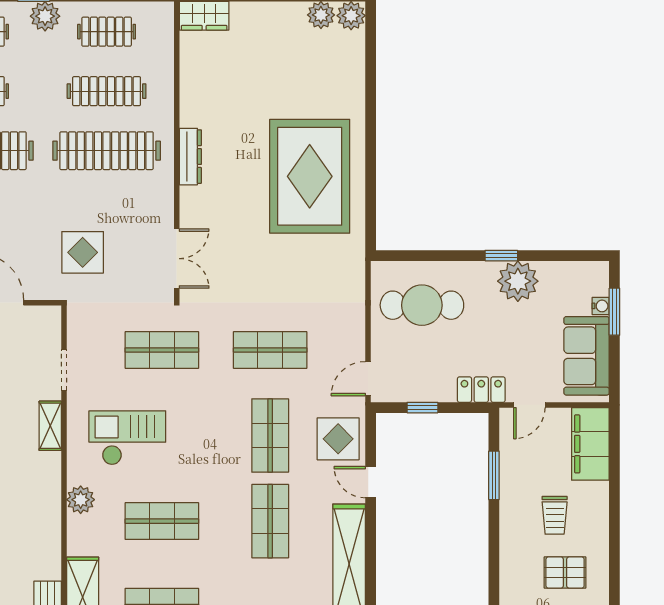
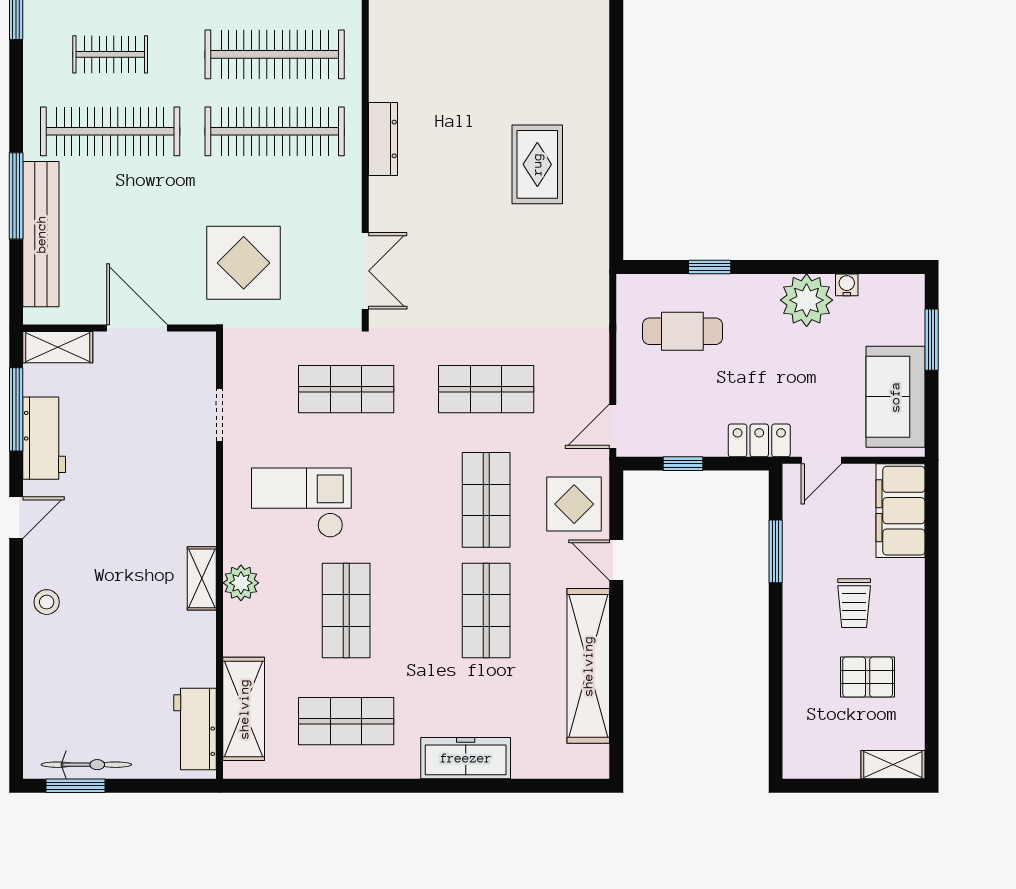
clothes rail: (107, 91) -> (275, 54), width x1.37, depth x1.31
rug: (310, 176) -> (537, 164), width x0.54, depth x0.49
display table: (83, 252) -> (244, 263), width x1.36, depth x1.36
window: (501, 256) -> (710, 267), moved
cafe table: (422, 305) -> (682, 331), width x0.73, depth x0.74
water cooler: (601, 306) -> (847, 285), moved, turned -90
shelving: (50, 426) -> (202, 578), moved
shop shelf: (162, 521) -> (346, 611), turned 90

